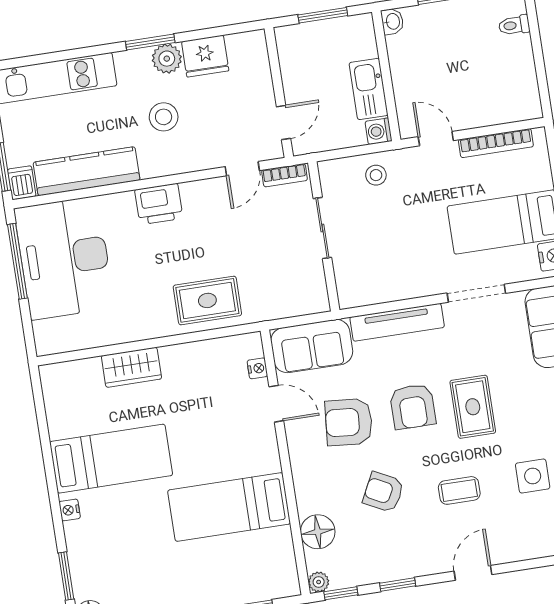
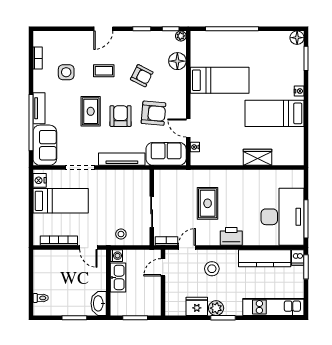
washbasin: (392, 21) -> (99, 303), width x1.91, depth x1.45
stool: (164, 117) -> (212, 269), moved
rug: (207, 300) -> (208, 203), moved, turned 90

